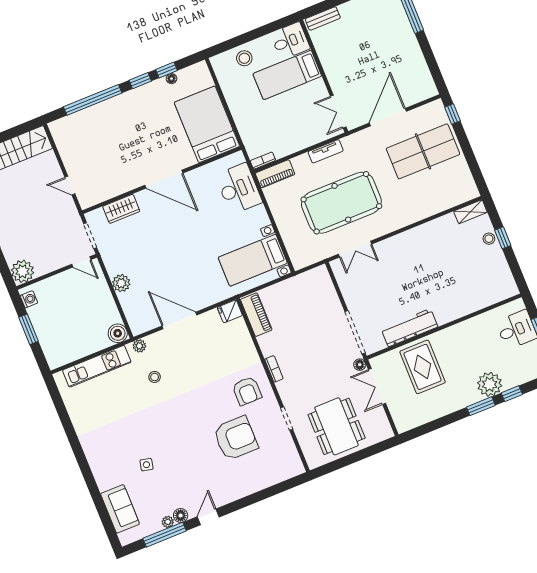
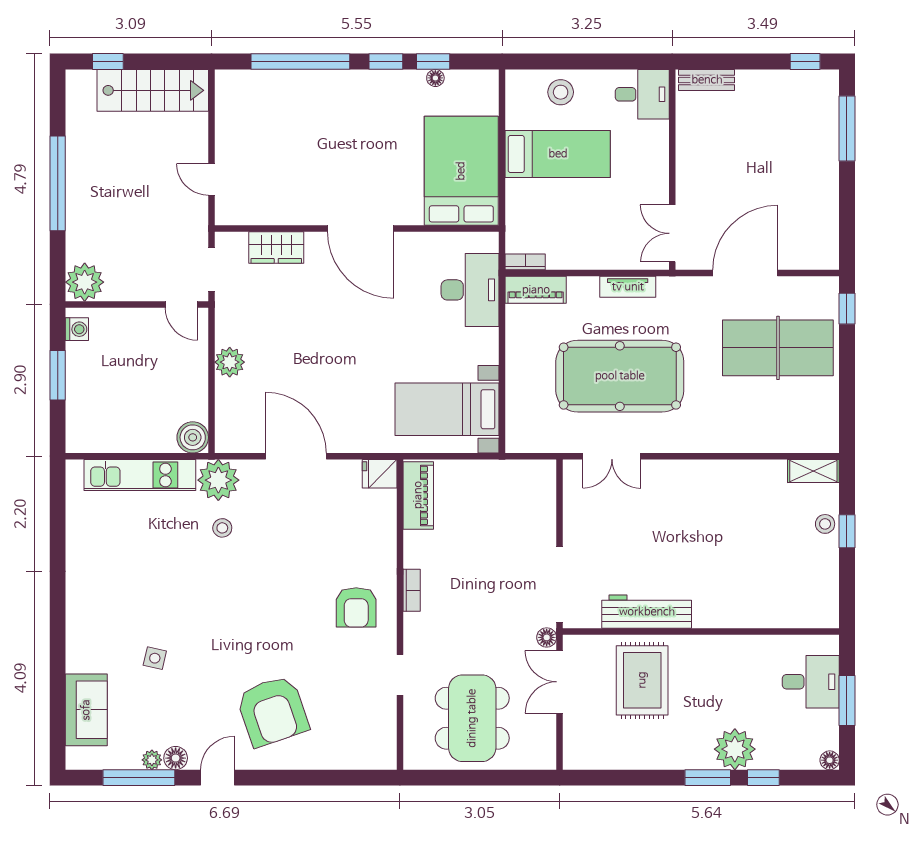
bed: (287, 75) -> (558, 154), moved, turned 180
plant: (139, 346) -> (218, 480), width x1.88, depth x1.88
armchair: (236, 438) -> (273, 711), moved, turned 71

